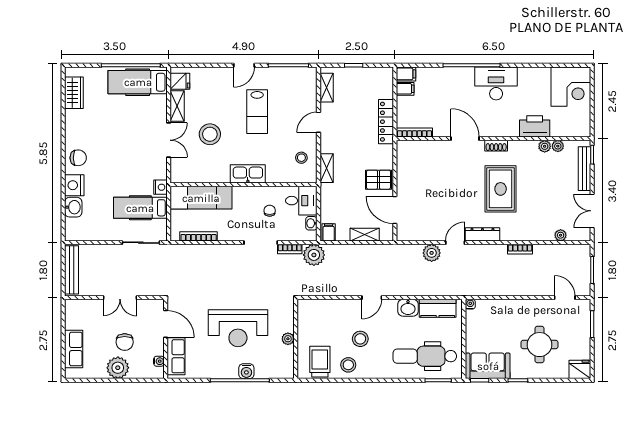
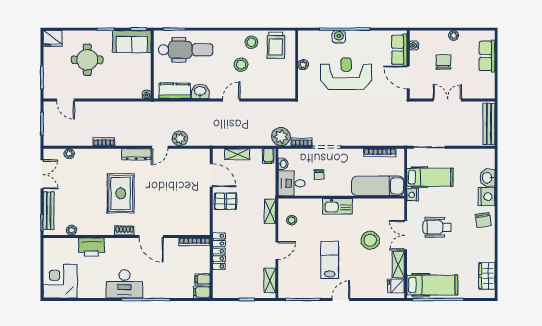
plant: (545, 146) -> (83, 230), removed
wheelchair: (132, 149) -> (437, 227), added
chair: (78, 158) -> (483, 220), turned -98
plant: (118, 368) -> (454, 35), width x0.53, depth x0.53

